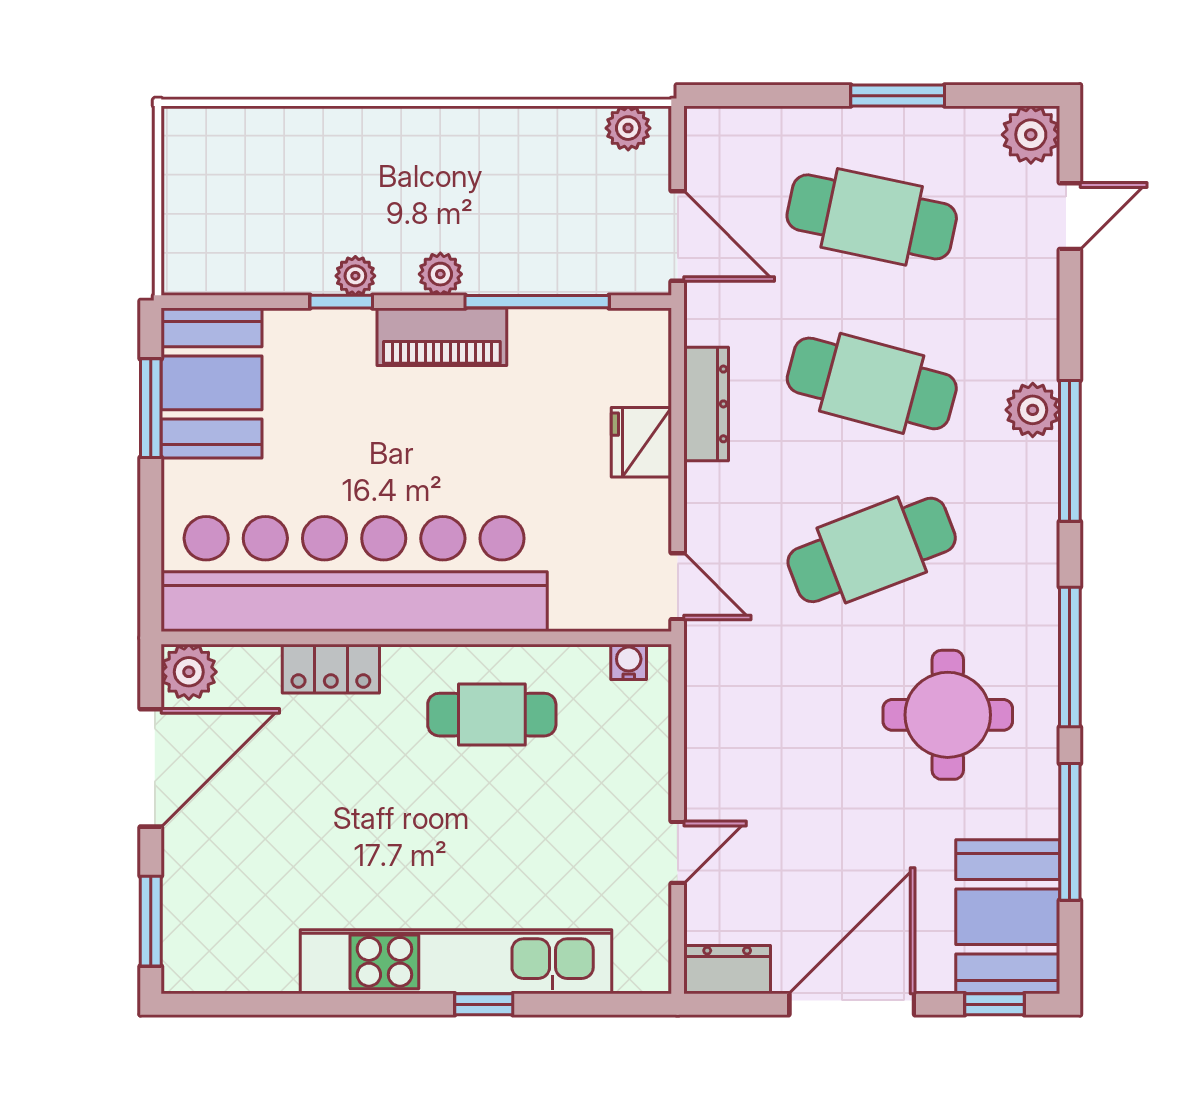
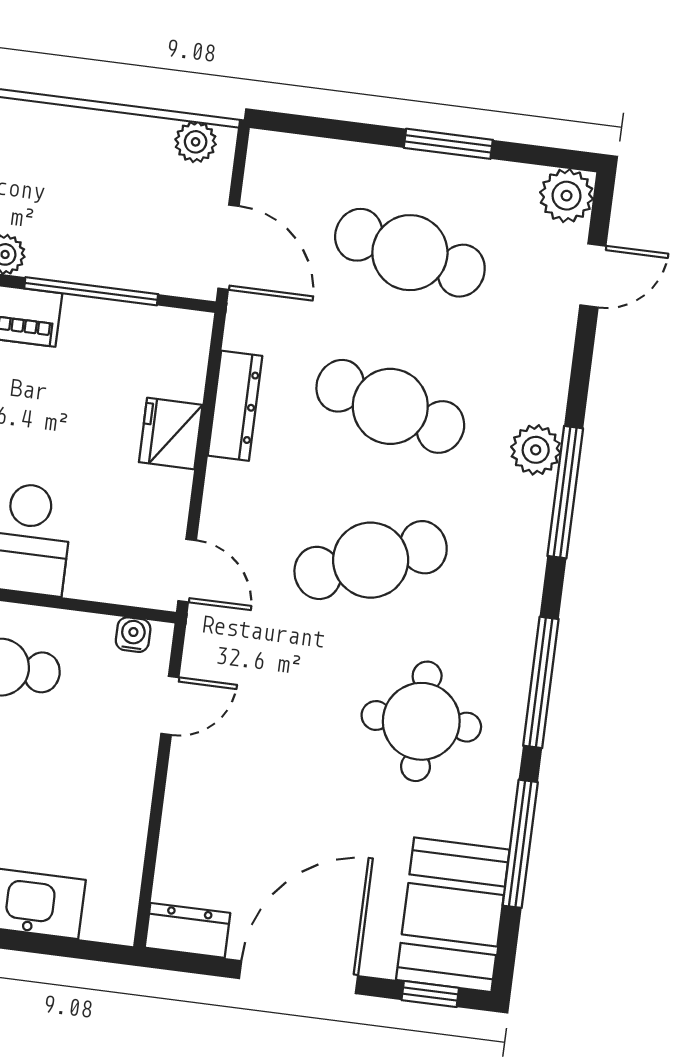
door: (678, 852) -> (170, 705), moved

